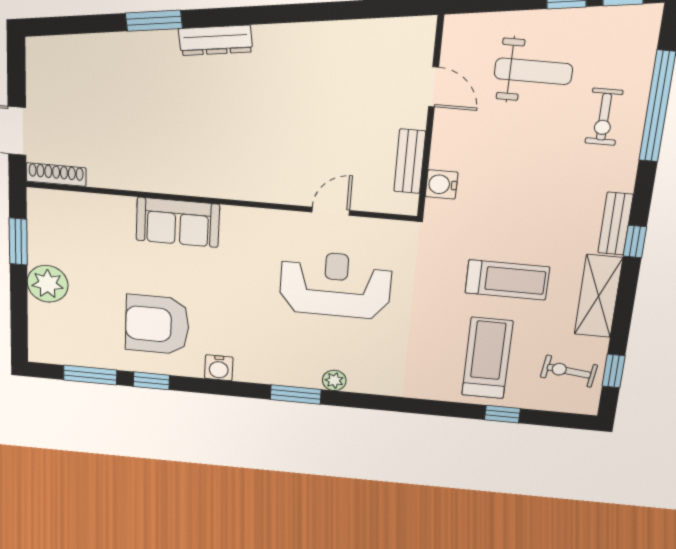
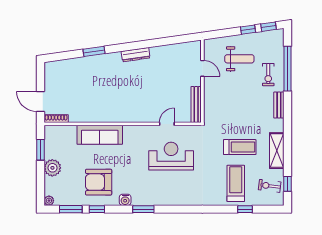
dresser: (216, 40) -> (136, 55), moved
bench: (410, 161) -> (196, 105), width x1.36
water cooler: (442, 184) -> (209, 108), removed
sofa: (178, 222) -> (100, 135), width x1.36
bench: (615, 224) -> (279, 105), moved
window: (635, 242) -> (288, 125), removed
plant: (334, 380) -> (49, 201), moved
window: (296, 395) -> (143, 209), moved

